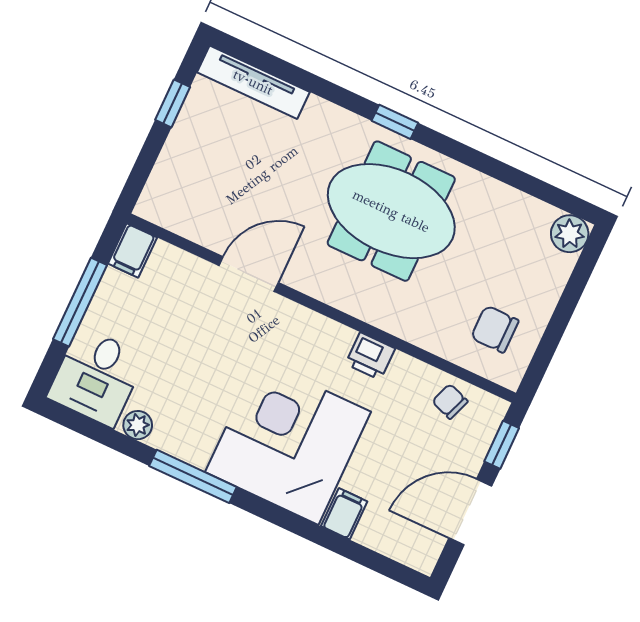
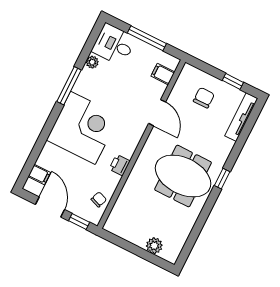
meeting table: (391, 211) -> (183, 176), turned 90
plant: (570, 234) -> (154, 246), moved
filing cabinet: (132, 250) -> (163, 74), moved
chair: (495, 329) -> (204, 98), moved
filing cabinet: (344, 514) -> (39, 175), moved

